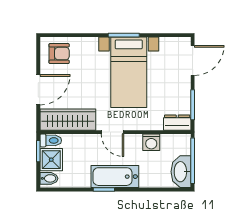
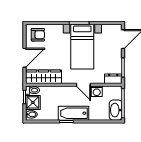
door: (112, 132) -> (83, 85), moved

